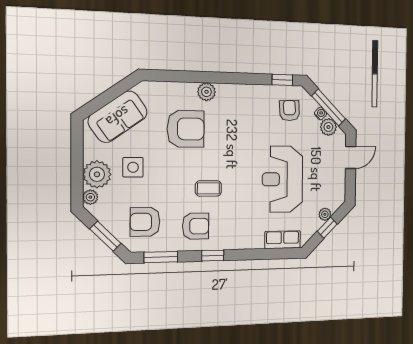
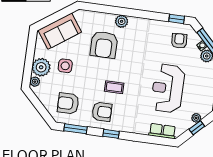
armchair: (186, 129) -> (104, 45), turned 90
window: (105, 236) -> (41, 109), removed

